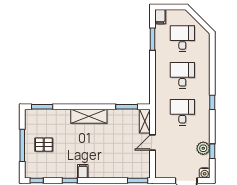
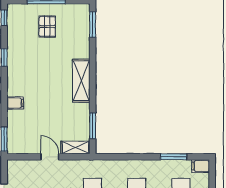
filing cabinet: (83, 171) -> (15, 103), moved

